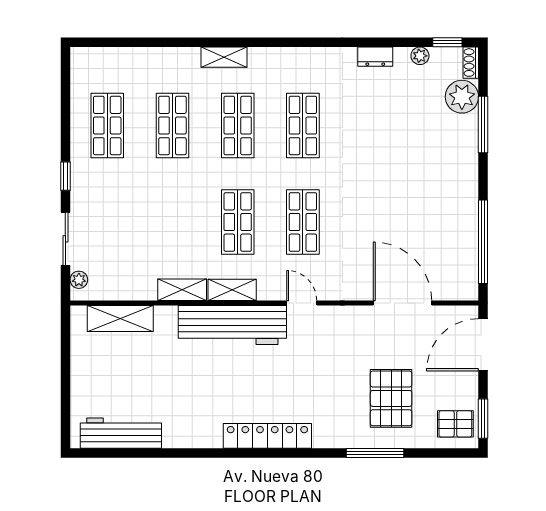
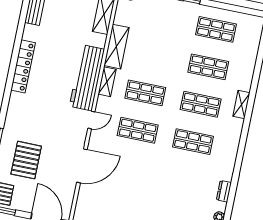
shelving: (182, 290) -> (117, 47), width x1.50, depth x1.33
door: (403, 303) -> (82, 166), moved
pallet: (391, 398) -> (26, 160), turned 90
locker: (267, 436) -> (23, 66), moved

